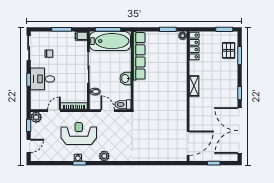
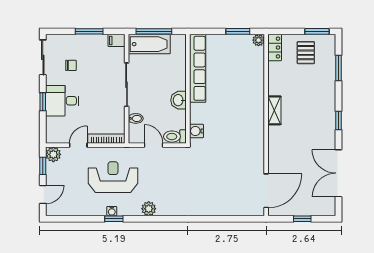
bathtub: (110, 41) -> (149, 44), width x0.73, depth x0.73
locker: (194, 46) -> (275, 48), width x0.66
pallet: (229, 50) -> (306, 53), moved
water cooler: (138, 101) -> (196, 131), added
double door: (240, 131) -> (339, 173), width x0.73

